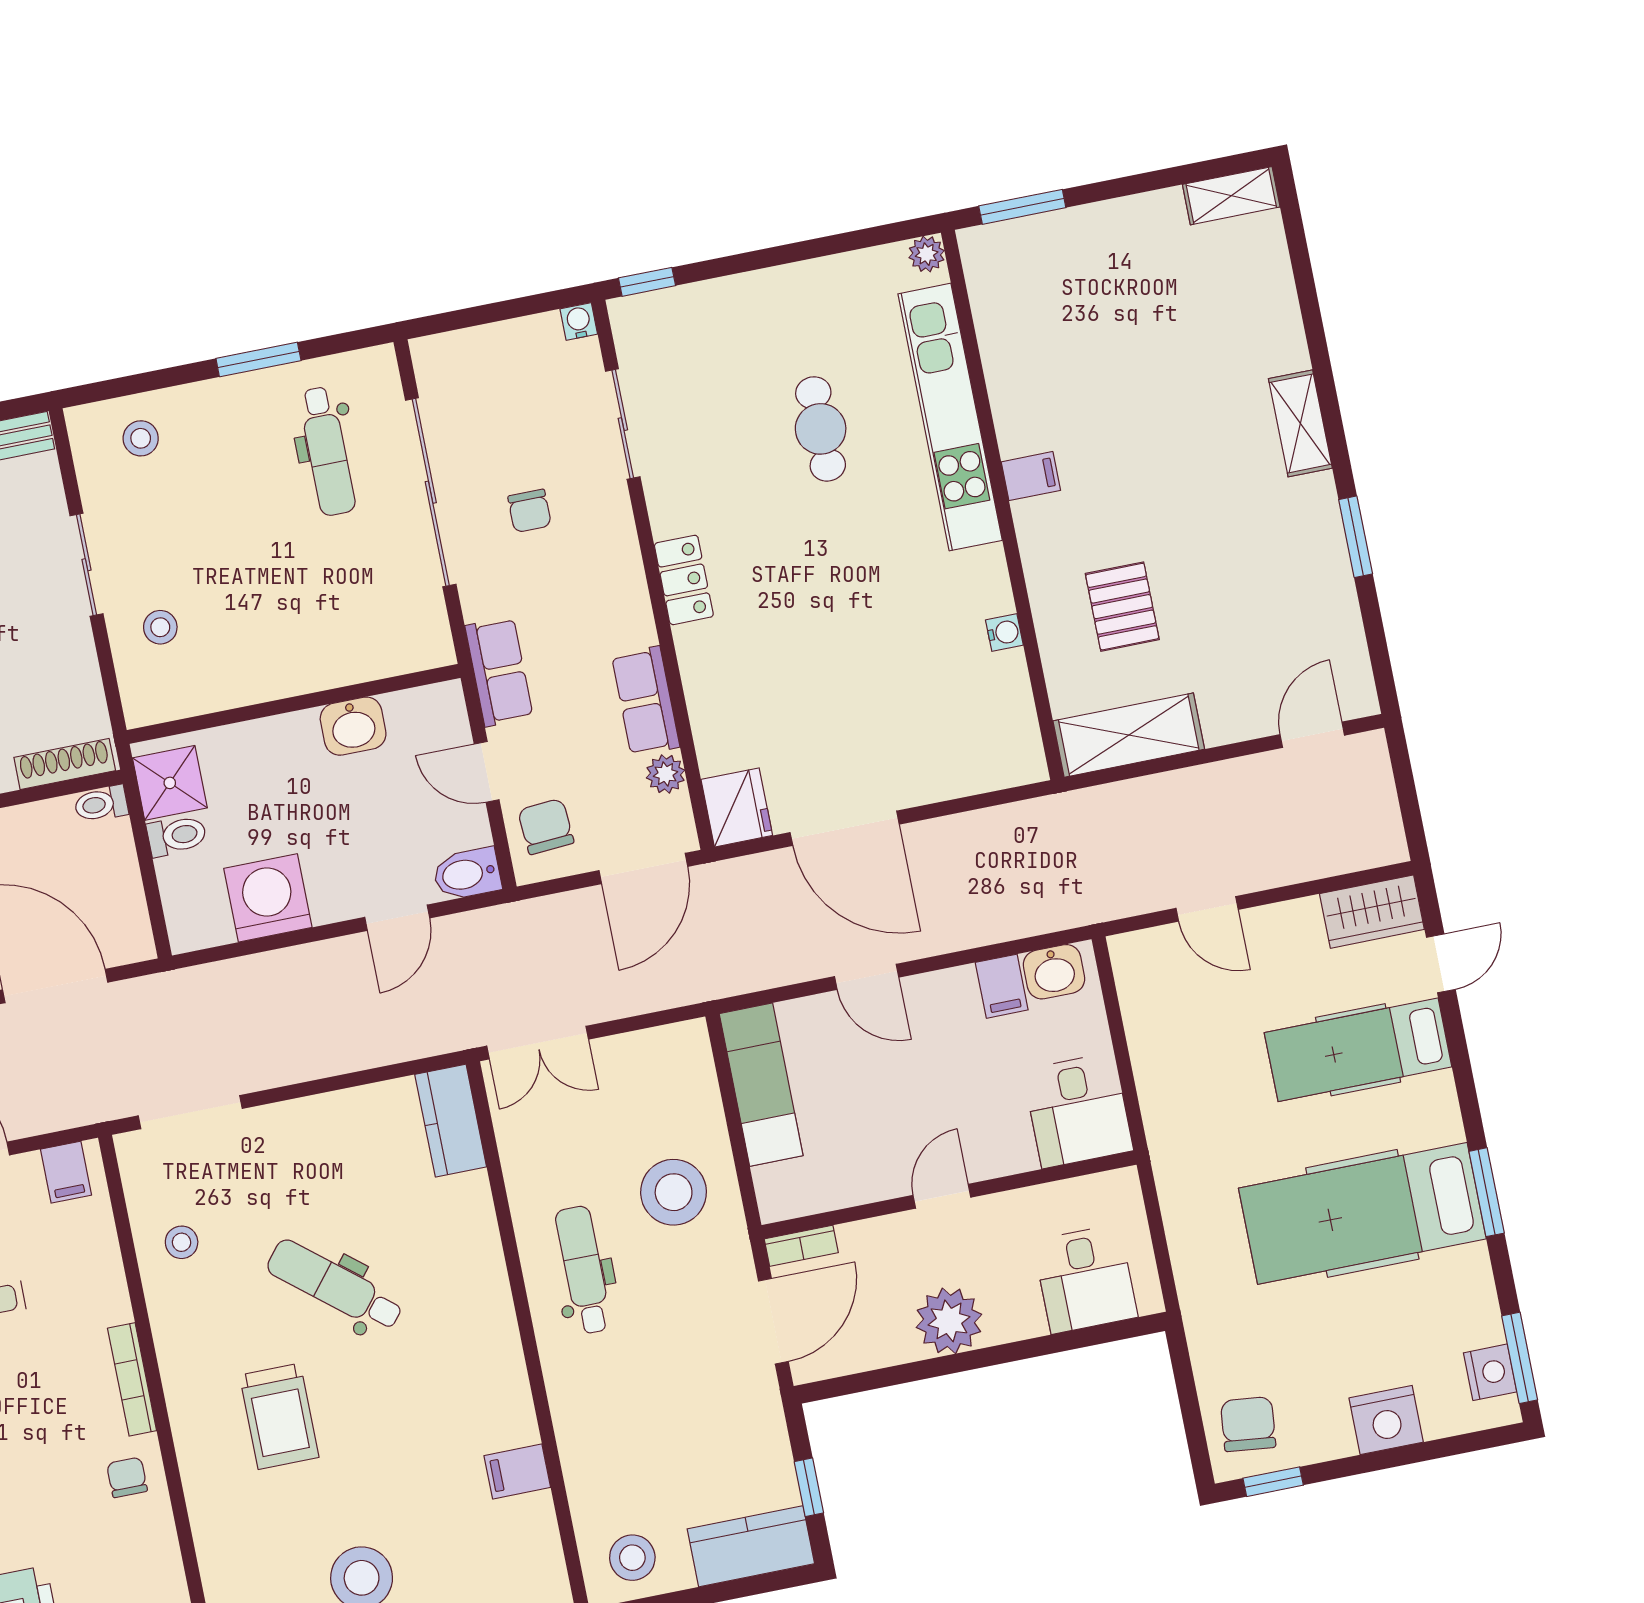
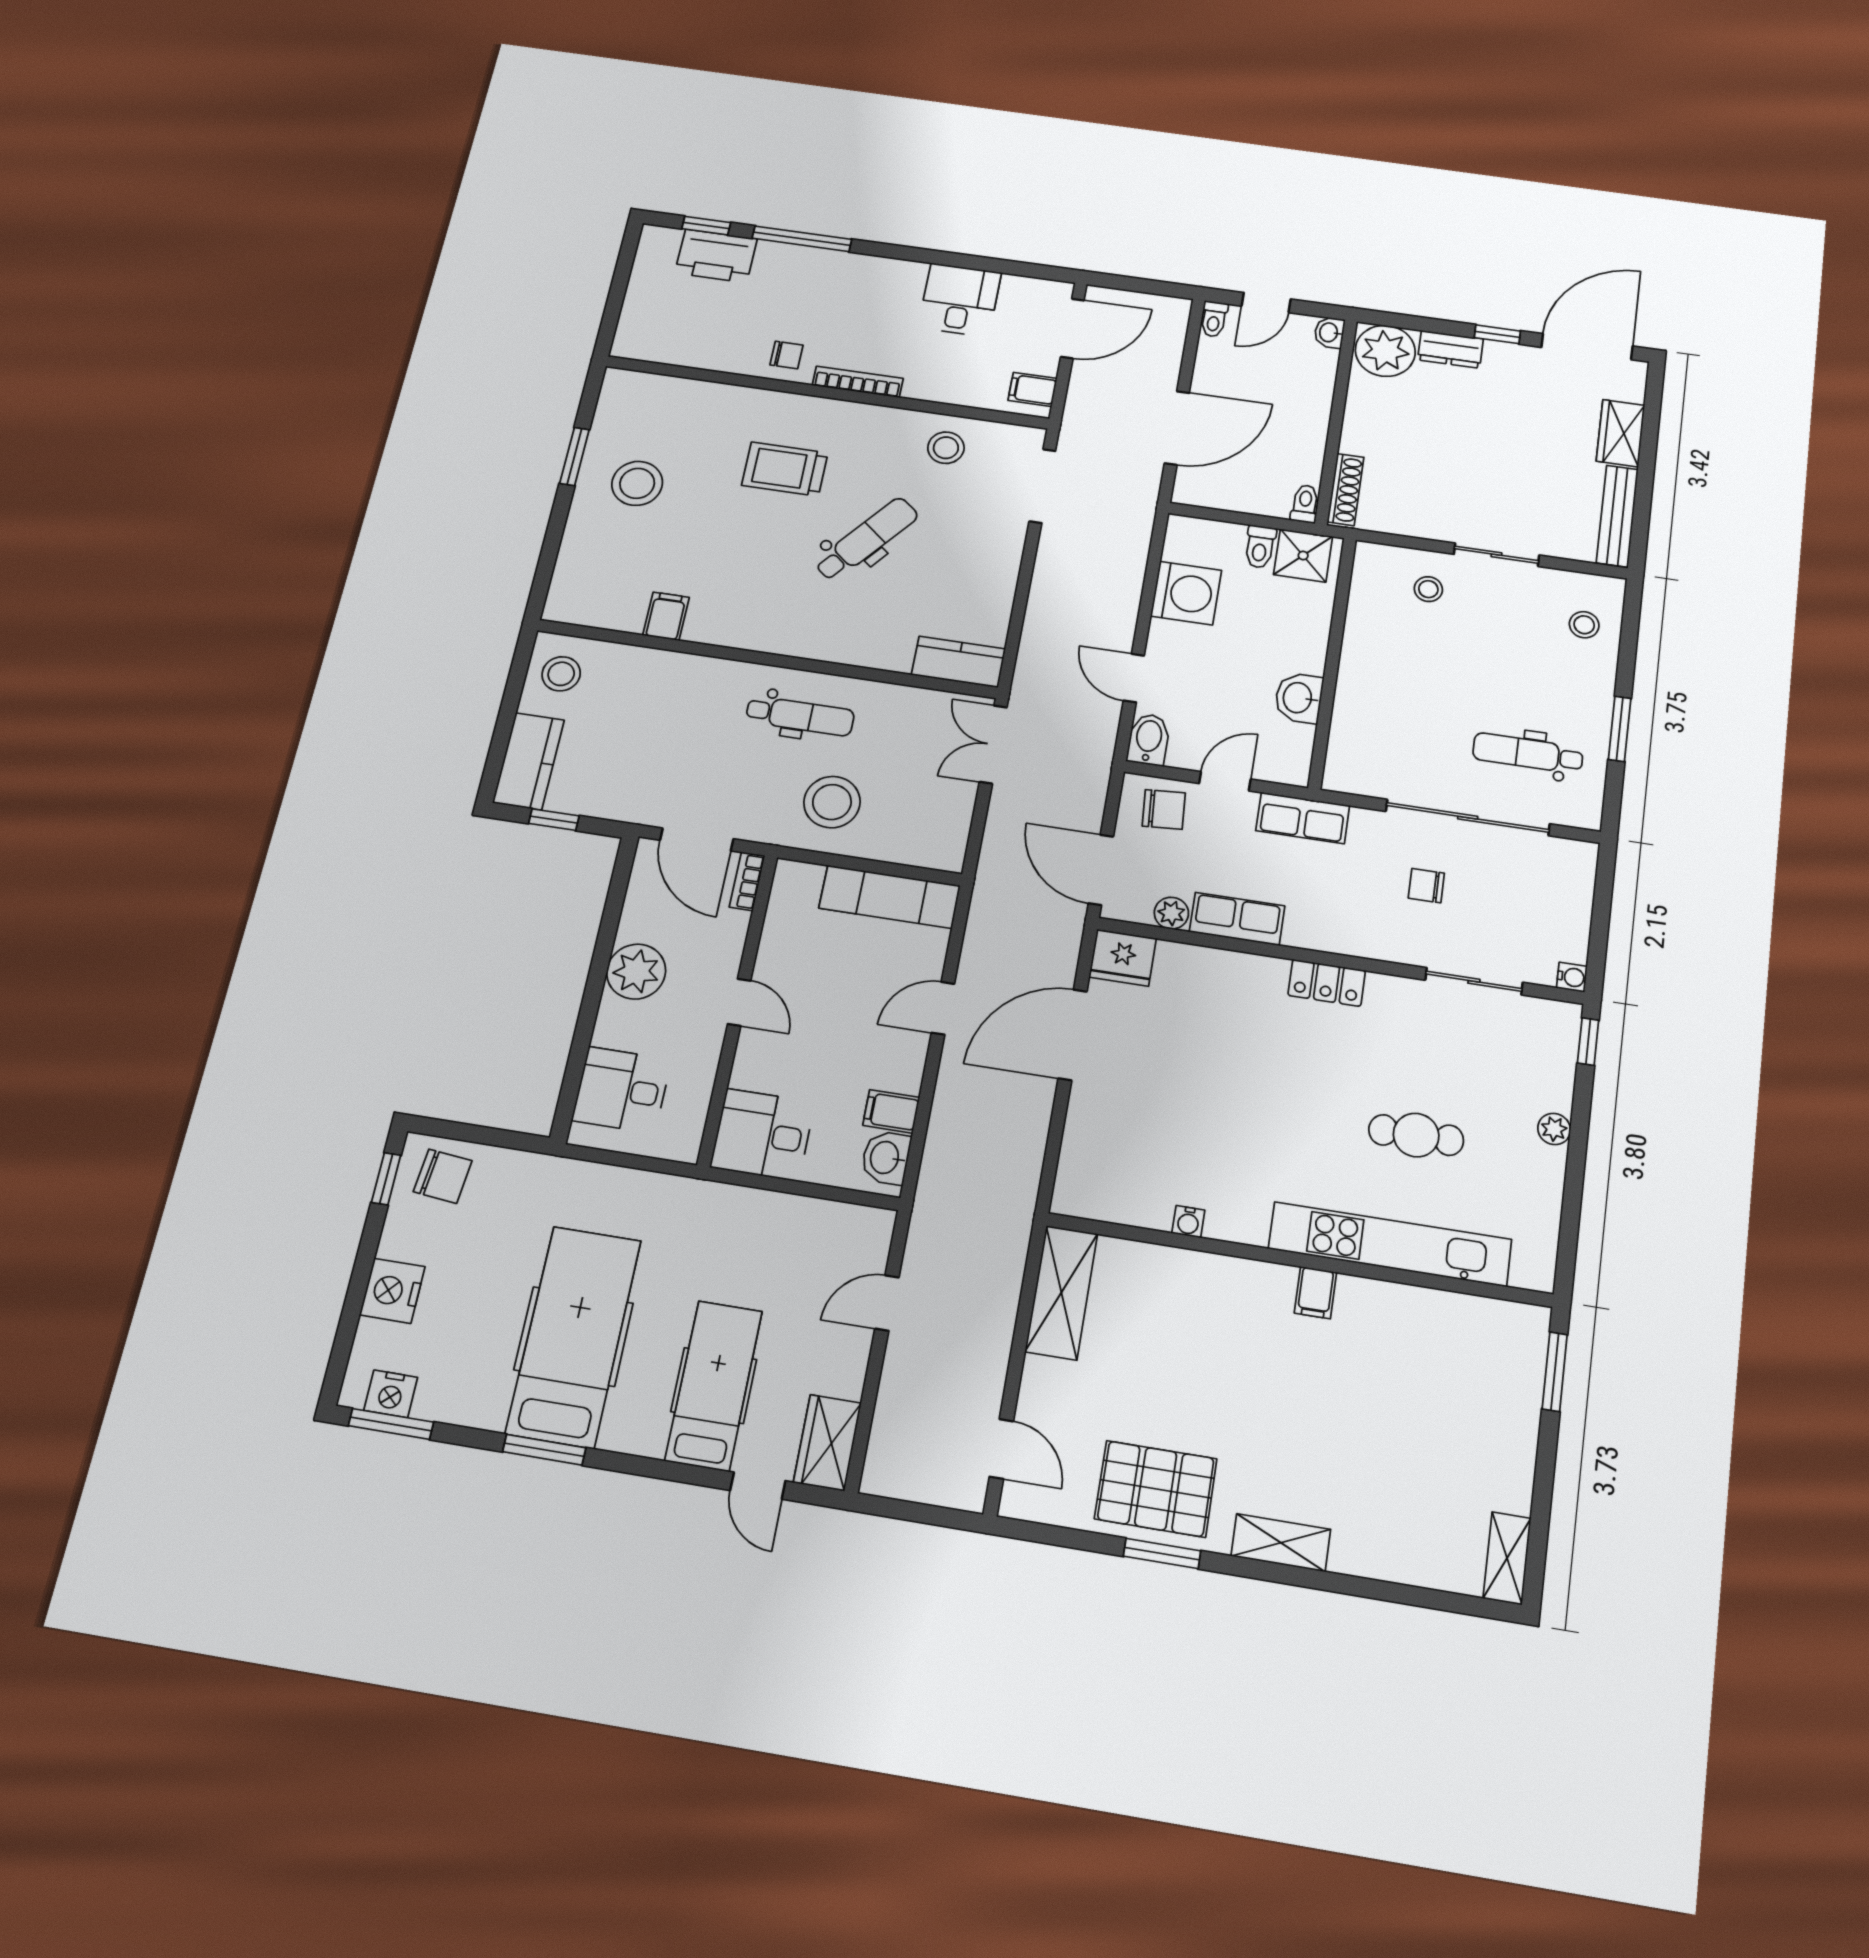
plant: (927, 254) -> (1554, 1129), moved
pallet: (1122, 607) -> (1156, 1489), moved, width x1.50, depth x1.42
stool: (182, 1242) -> (946, 448), width x1.37, depth x1.37

